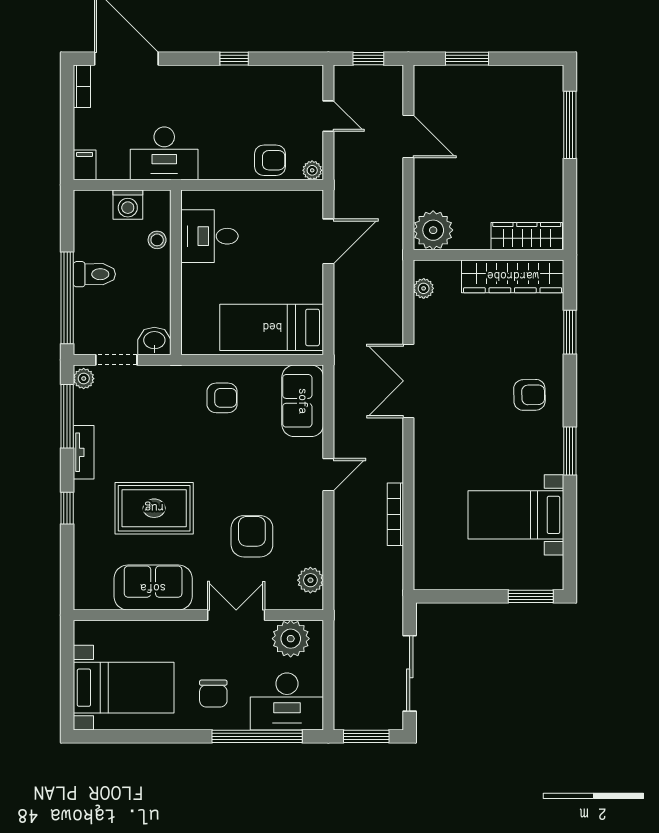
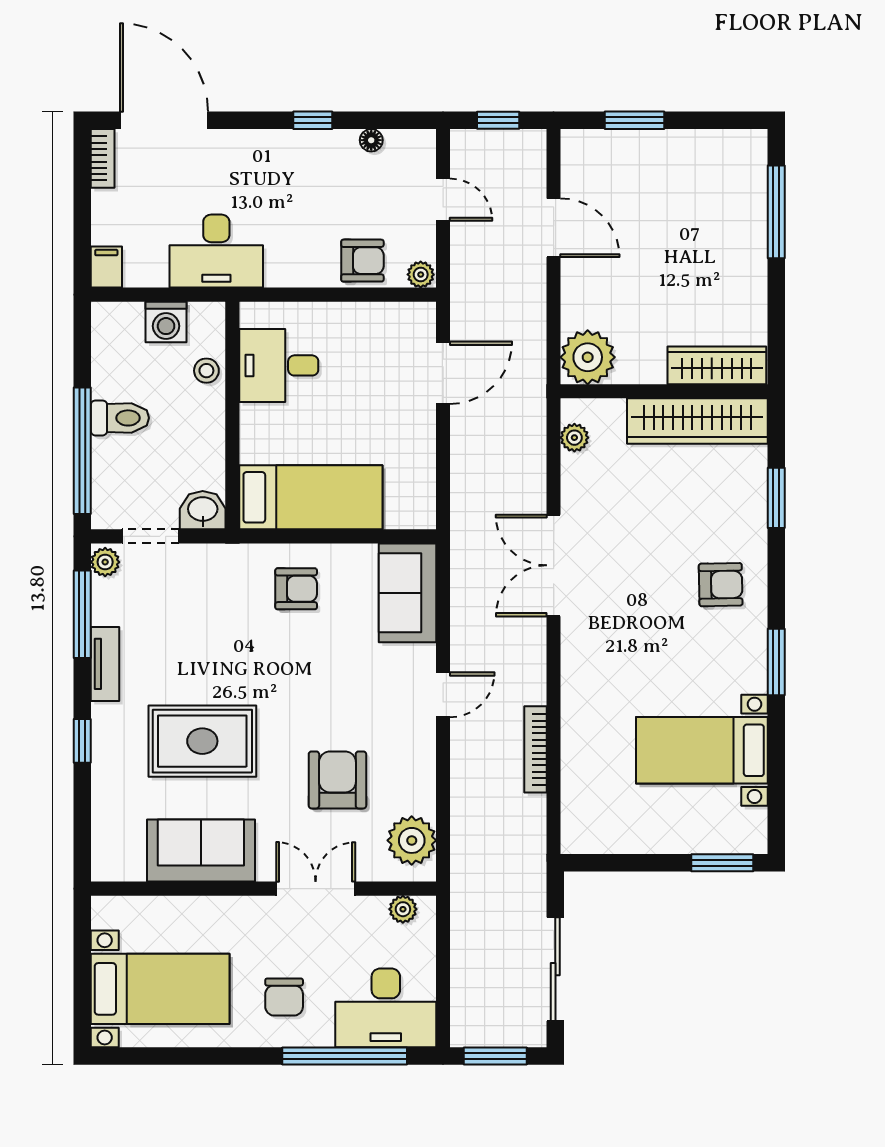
floor lamp: (276, 73) -> (371, 140), added
bed: (272, 327) -> (311, 497), moved, turned 180
plant: (310, 580) -> (412, 840), width x1.36, depth x1.36
plant: (291, 639) -> (403, 909), width x0.53, depth x0.53

